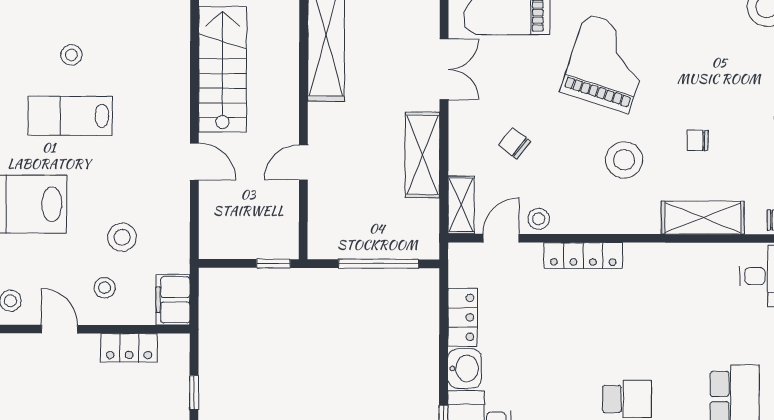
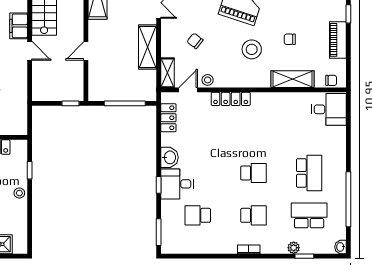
filing cabinet: (173, 300) -> (19, 26), moved
locker: (463, 317) -> (168, 118), moved

